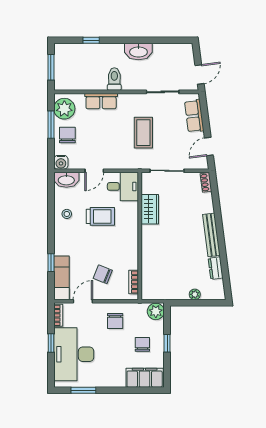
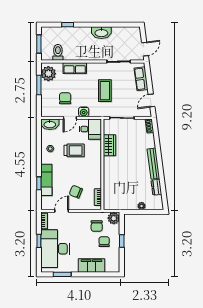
toilet: (114, 79) -> (58, 52), moved
chair: (67, 135) -> (65, 98), moved
water cooler: (61, 162) -> (84, 112), moved
exam couch: (61, 278) -> (46, 180), moved
chair: (115, 321) -> (97, 226), moved
filing cabinet: (145, 378) -> (92, 265), moved

